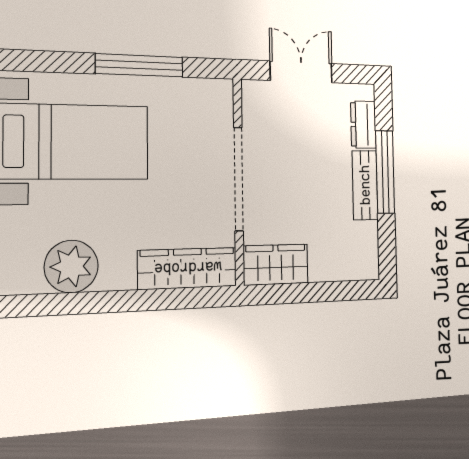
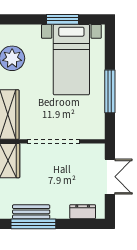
window: (385, 172) -> (33, 224), moved
bench: (365, 185) -> (31, 212), moved

